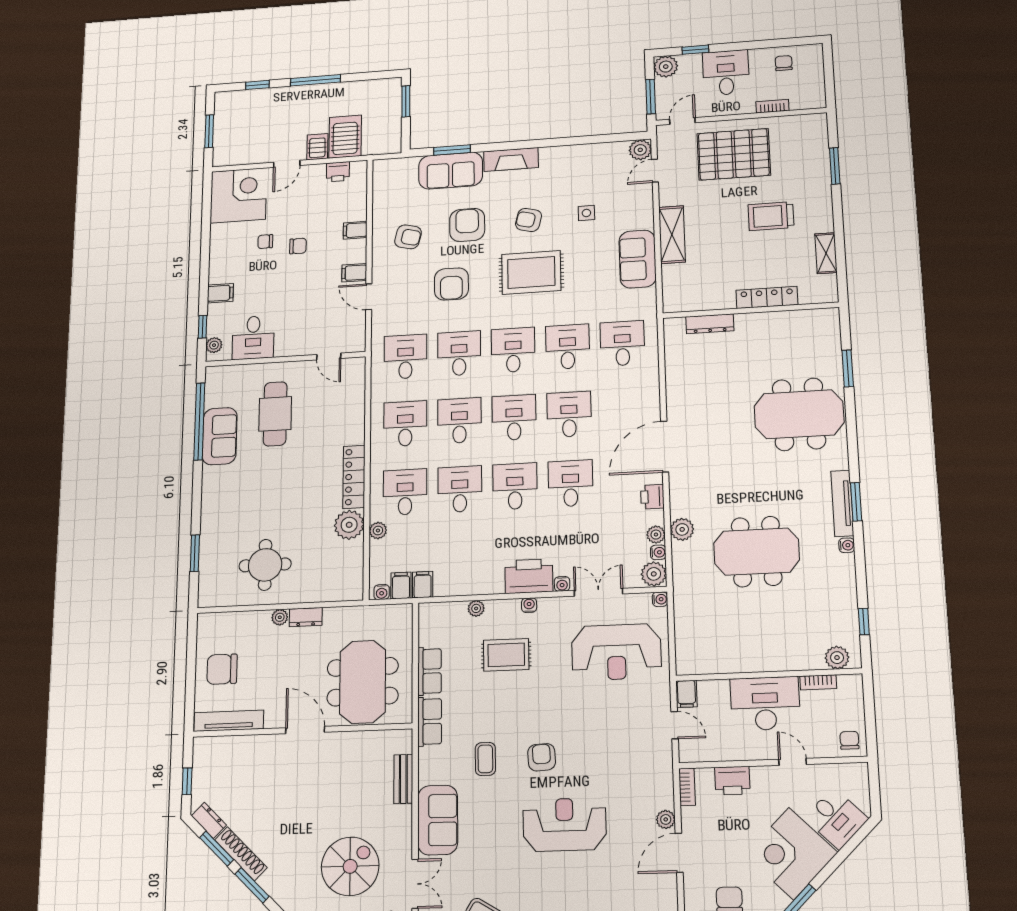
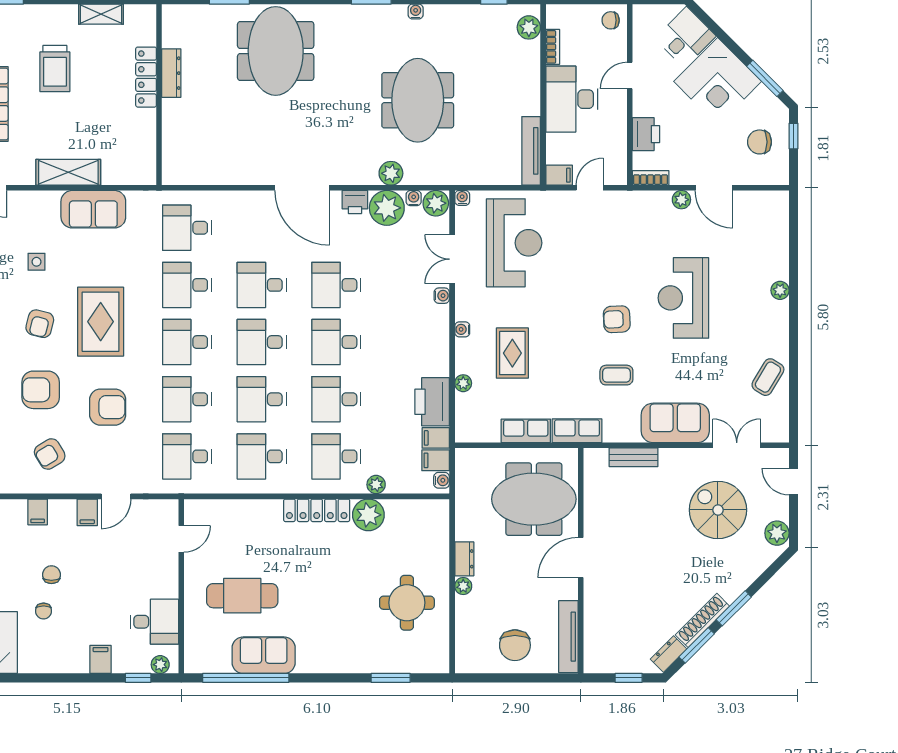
armchair: (408, 237) -> (50, 454), turned -135
dresser: (710, 324) -> (171, 73), moved
tv unit: (842, 503) -> (531, 151), moved, turned 90
plant: (656, 535) -> (387, 208), width x1.87, depth x1.87
printer: (529, 576) -> (432, 402), moved

